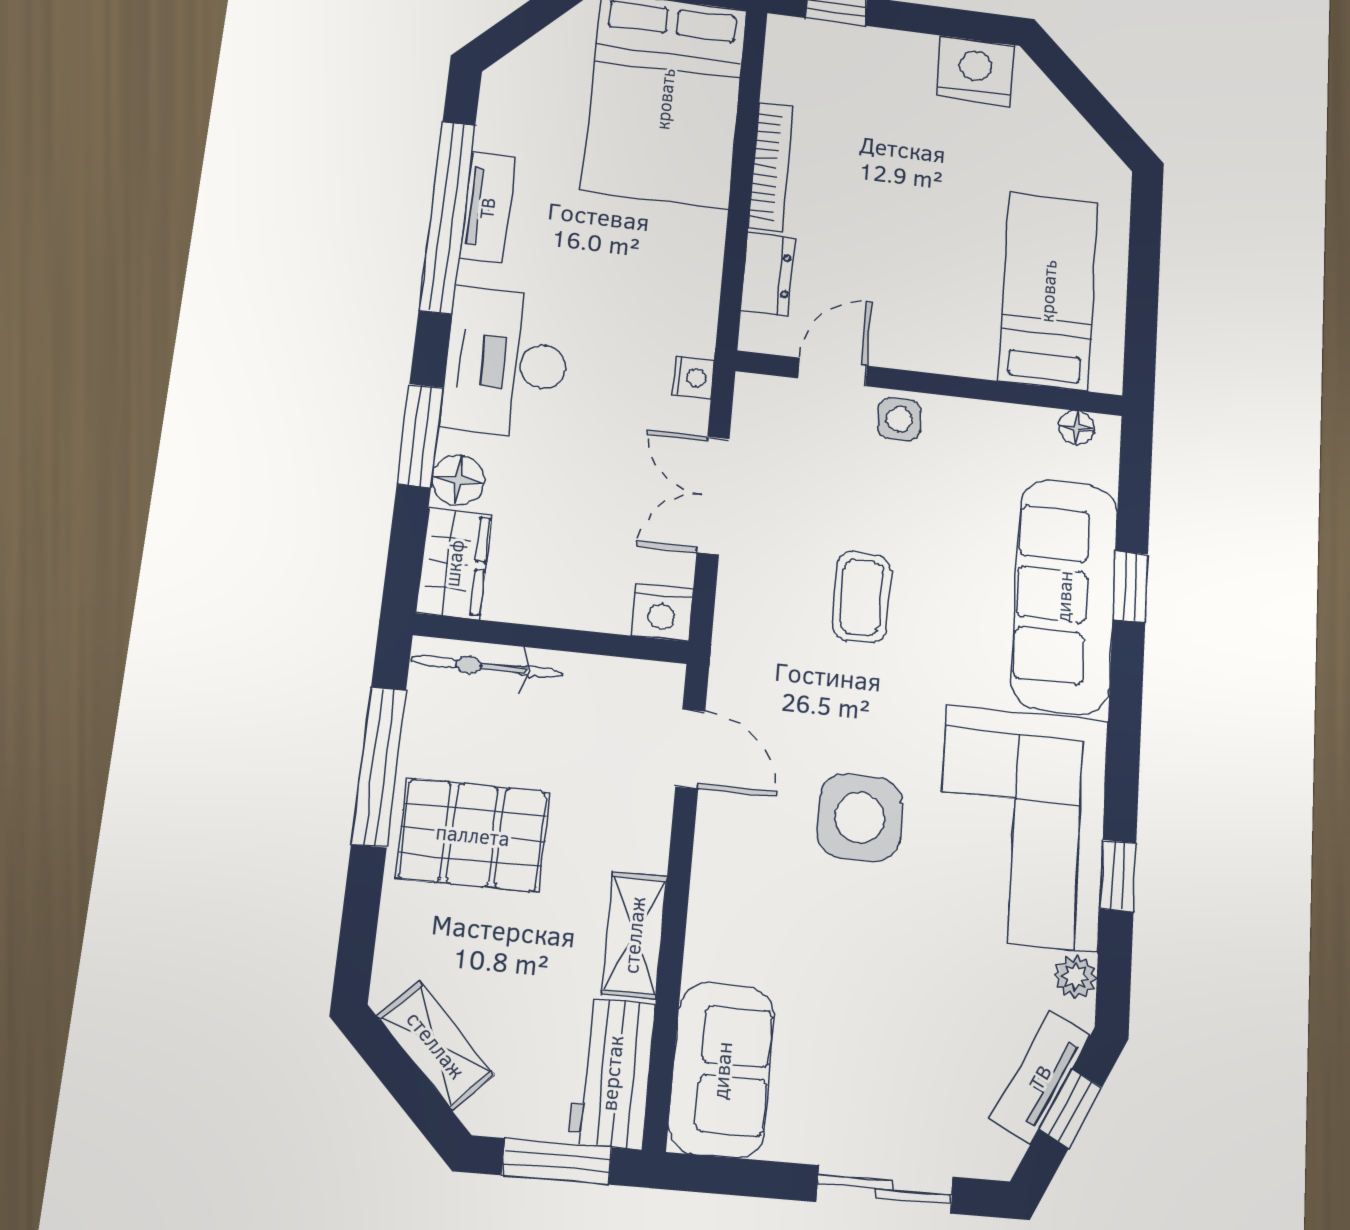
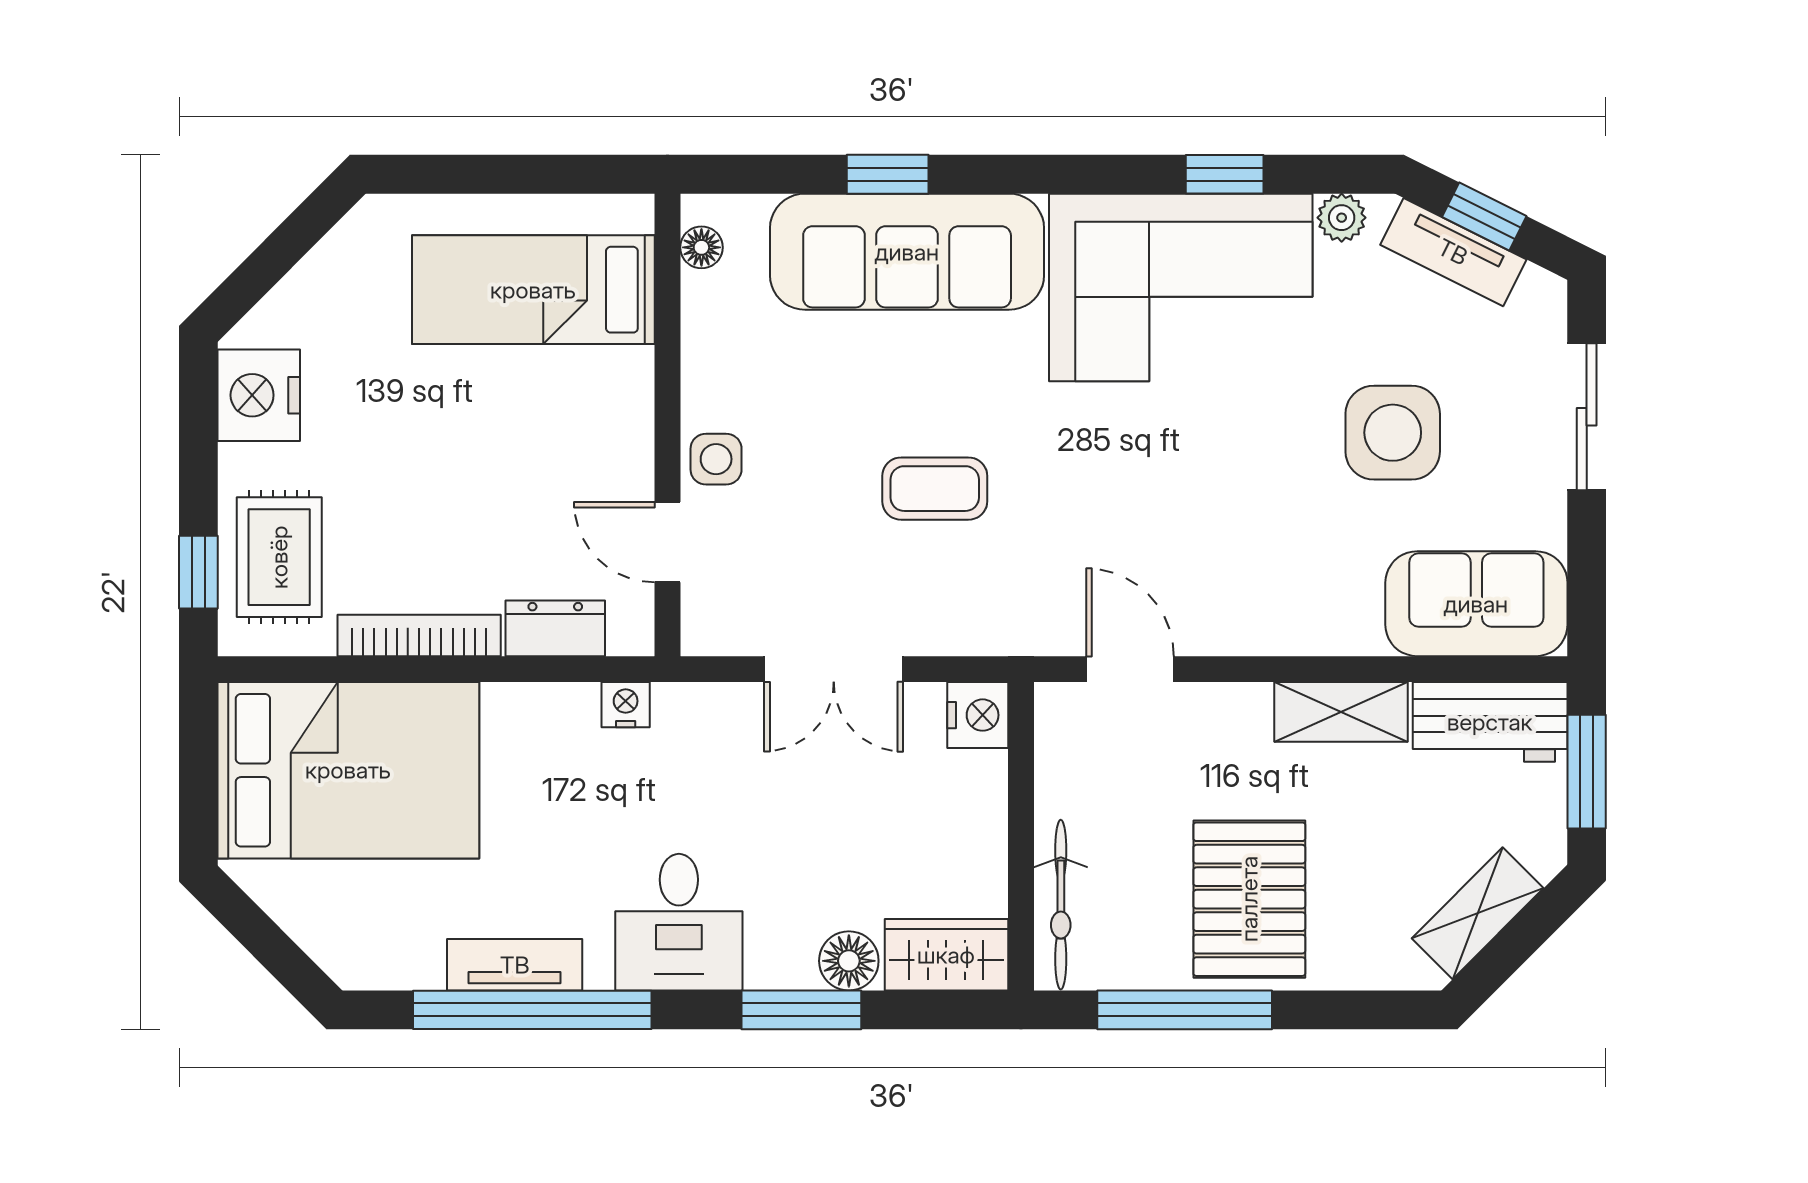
rug: (844, 69) -> (279, 557), added
desk: (506, 363) -> (679, 922), width x0.73
nightstand: (693, 378) -> (626, 705), moved
door: (690, 749) -> (1130, 669), hinge flipped
side table: (860, 818) -> (1393, 433), moved

